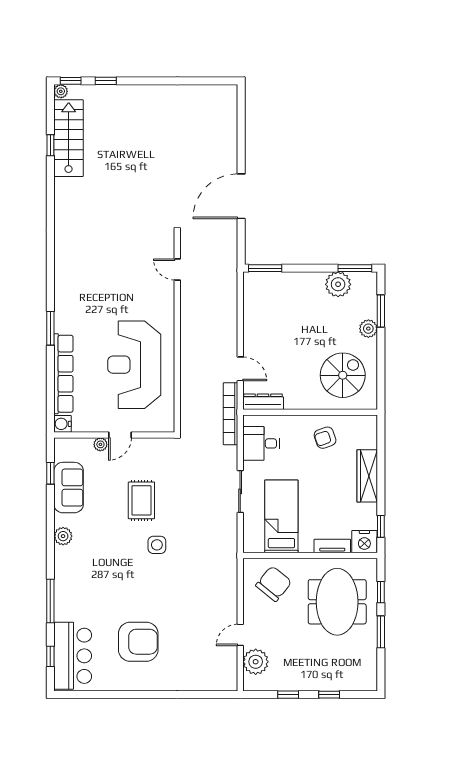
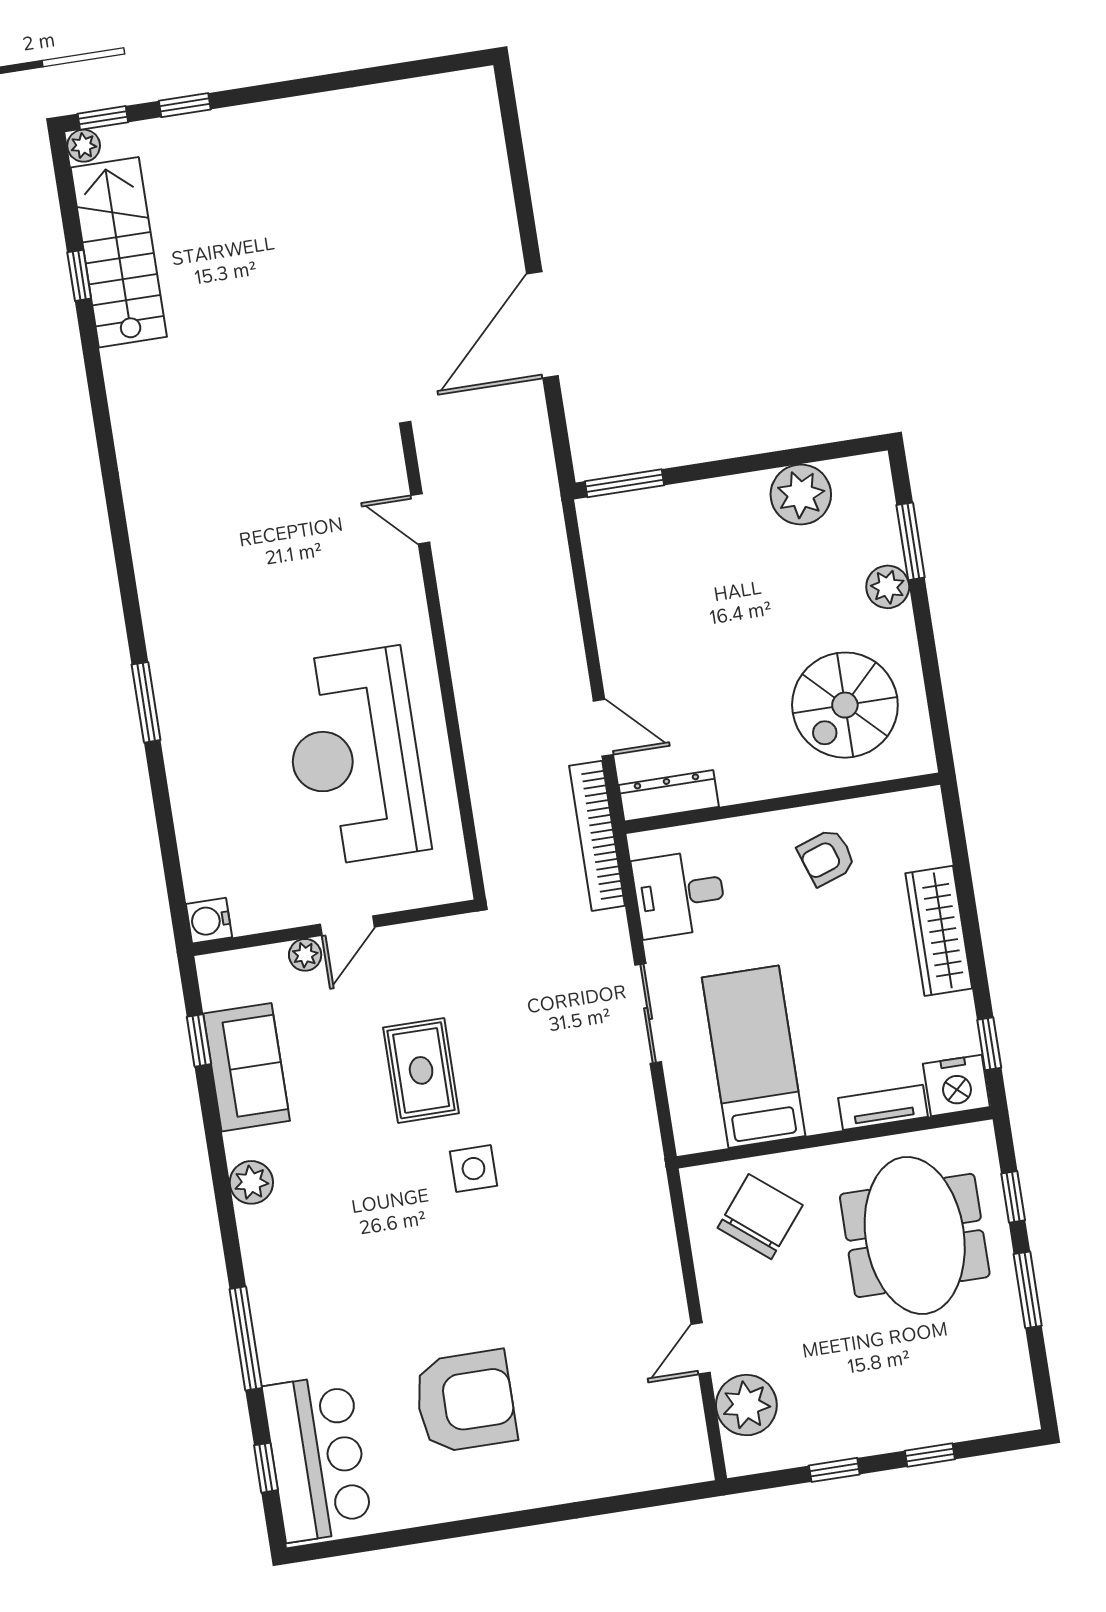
window: (355, 268) -> (834, 450), removed
row of seats: (63, 374) -> (193, 804), removed
spiral stairs: (343, 375) -> (845, 705), turned 180

